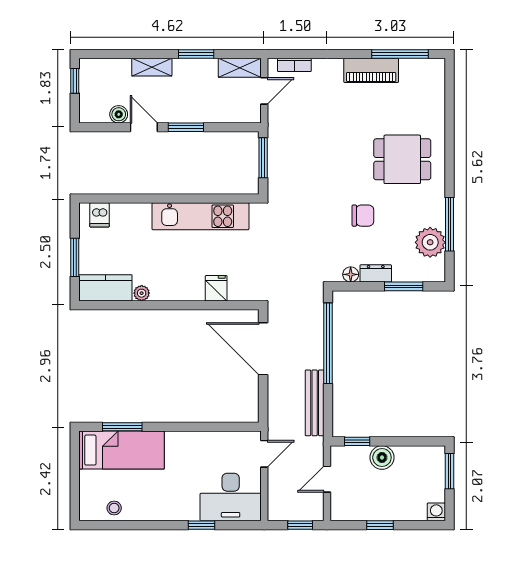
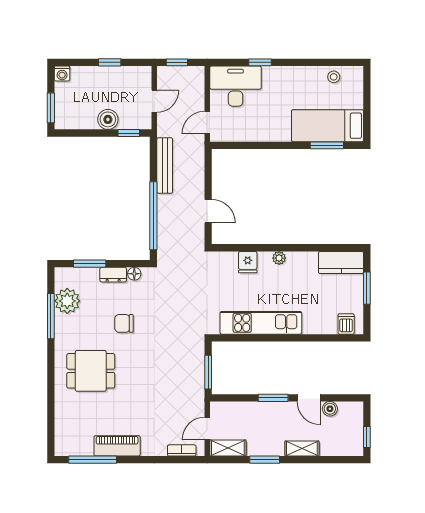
plant: (142, 293) -> (279, 258), moved
door: (263, 349) -> (208, 211), width x0.53

